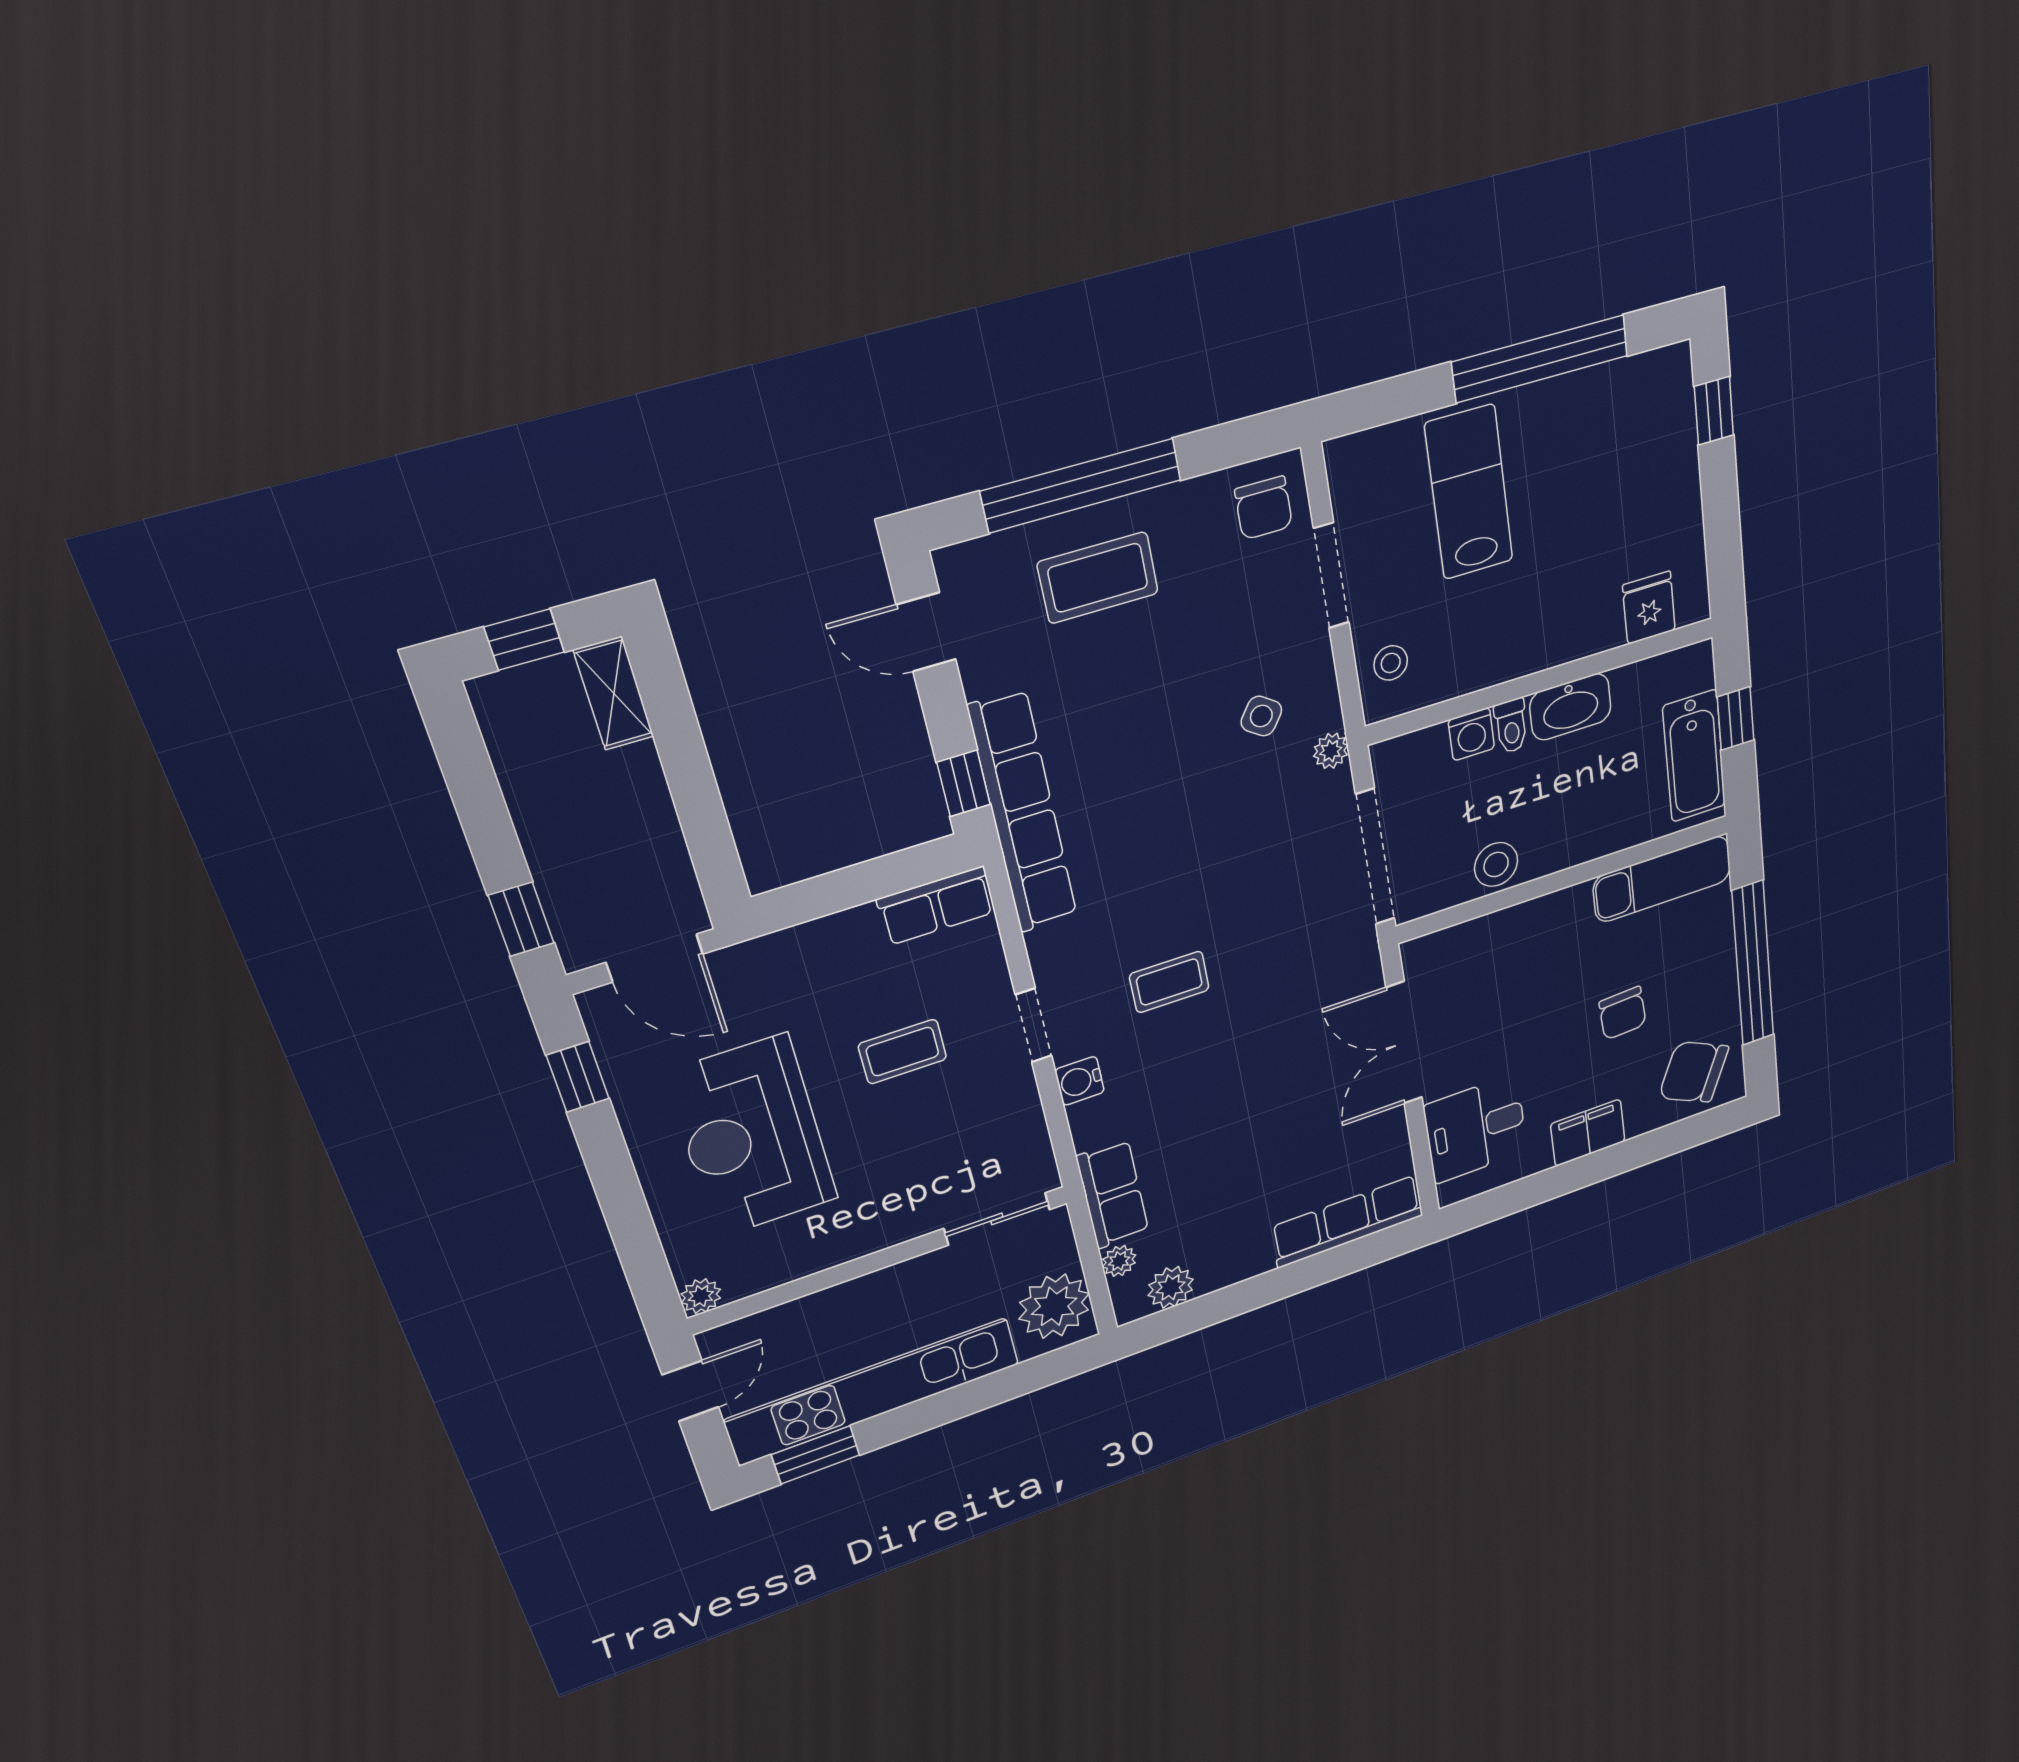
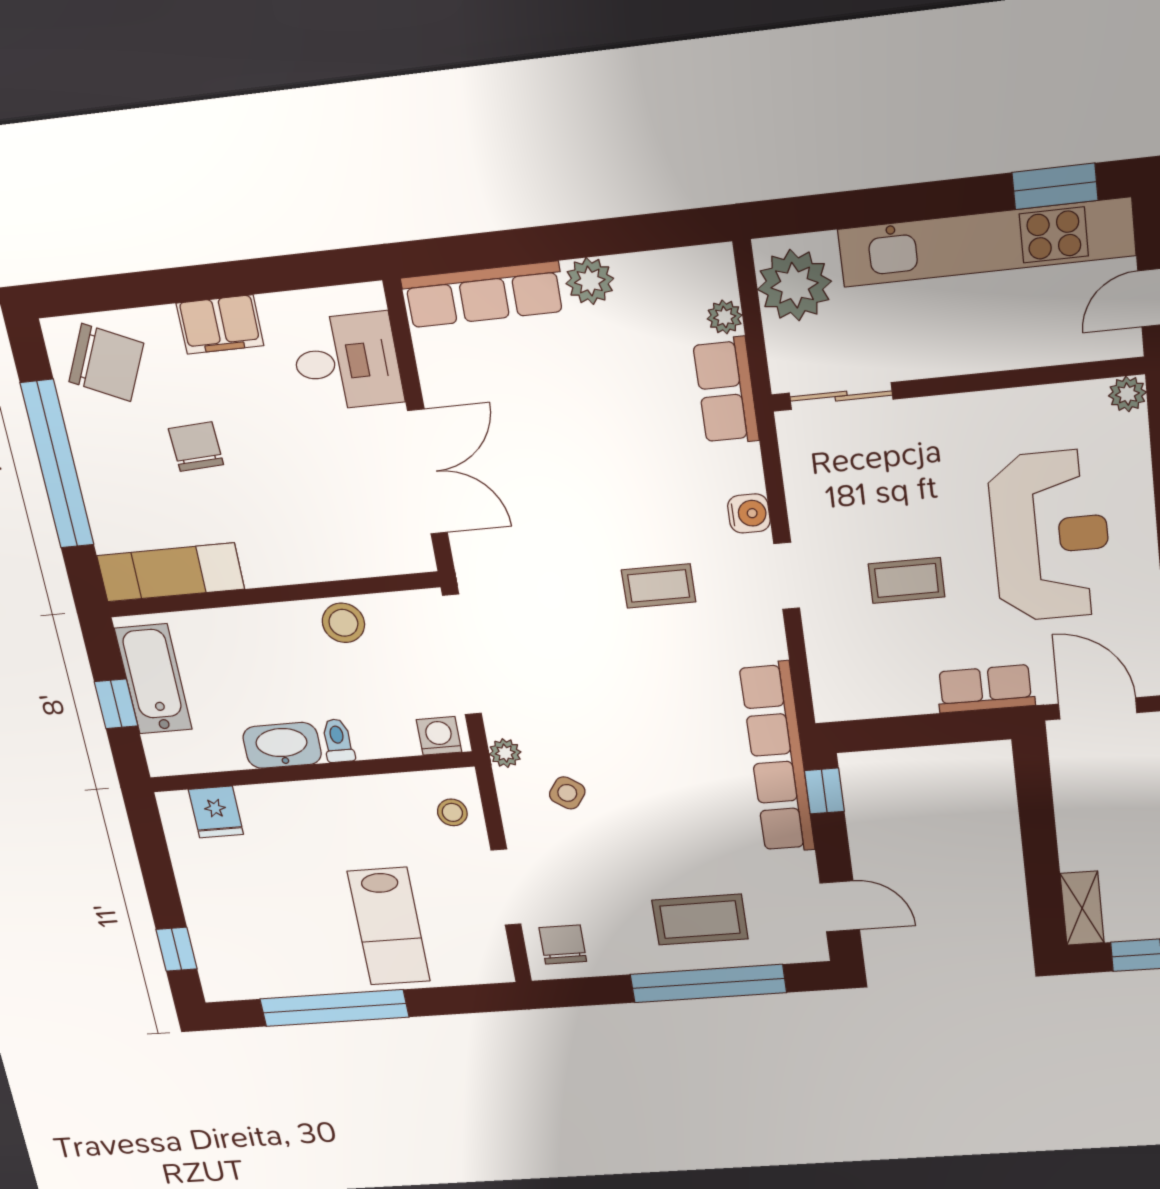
washing machine: (1471, 734) -> (439, 736), moved
row of seats: (936, 906) -> (985, 689), moved
plant: (1171, 1287) -> (590, 281), moved

